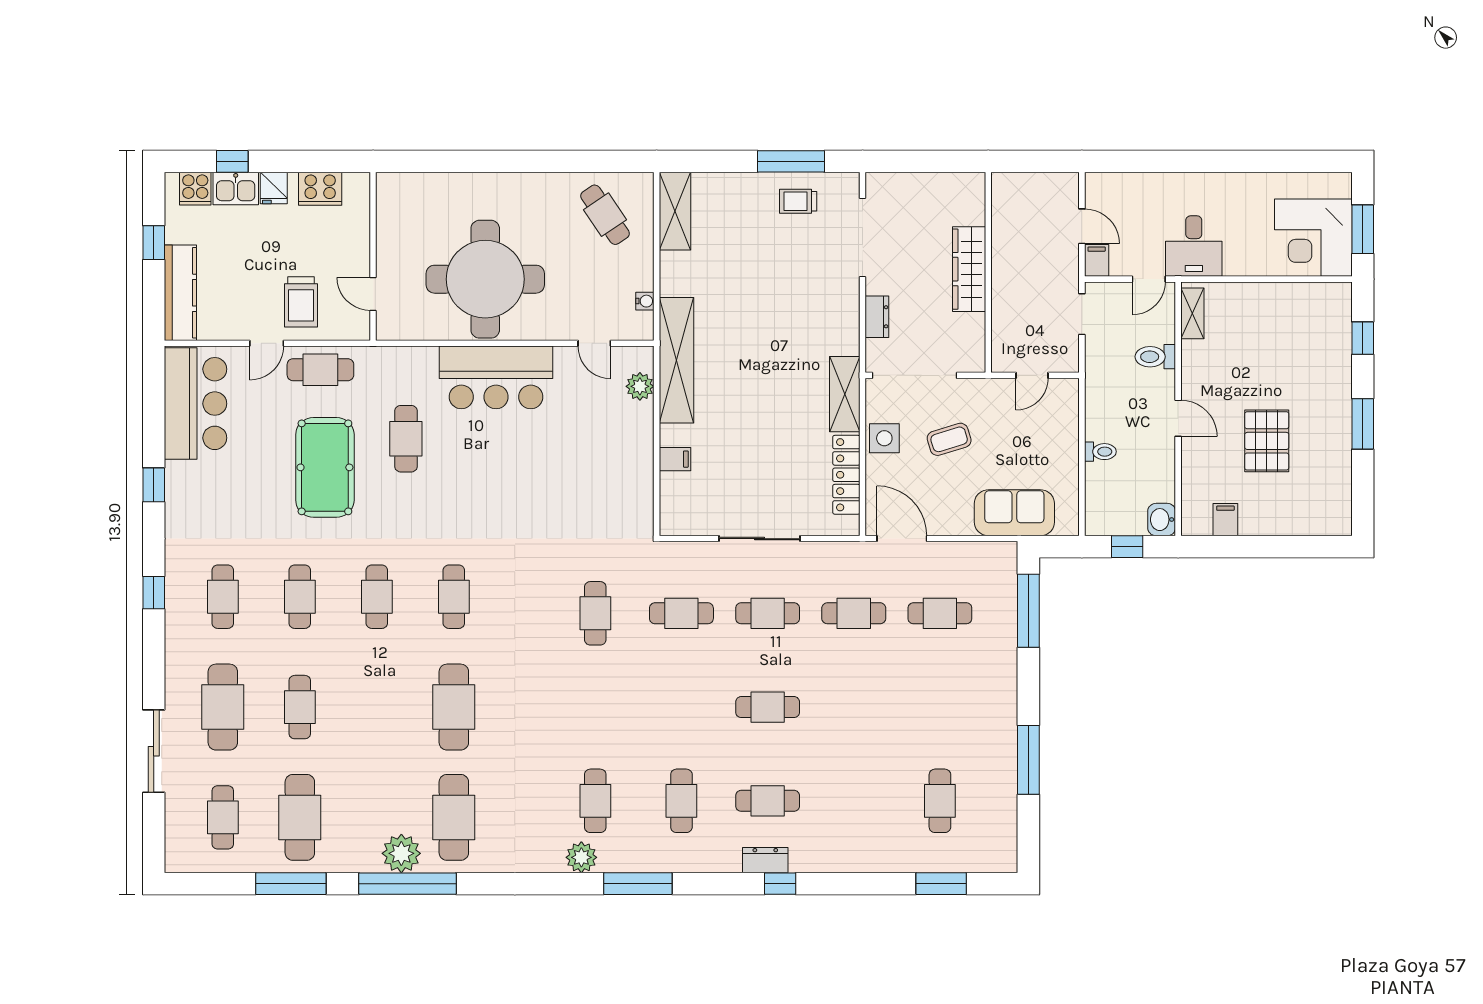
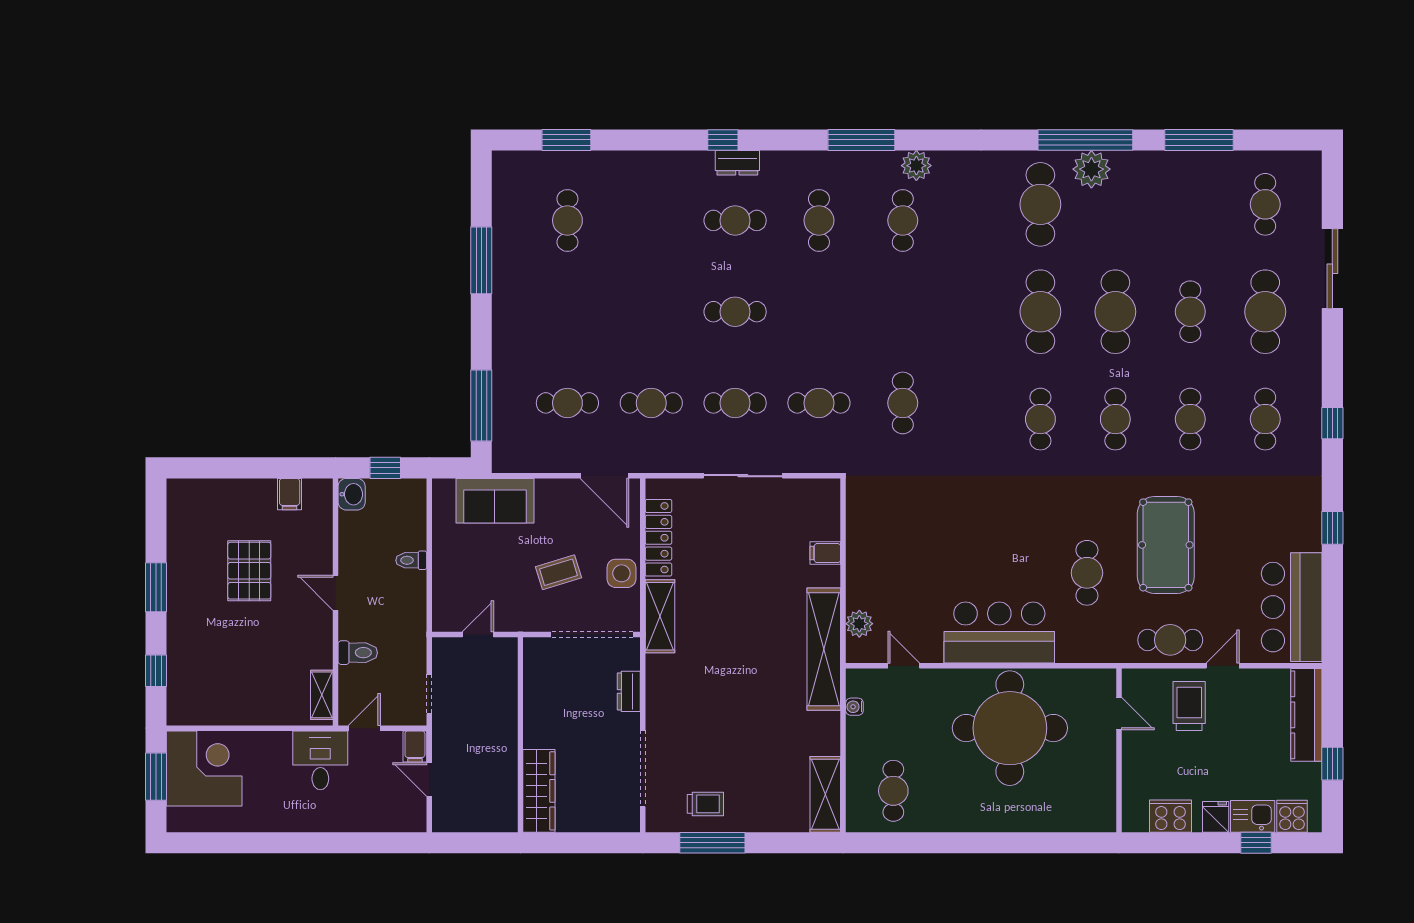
cafe table: (605, 215) -> (893, 791), turned 34
wardrobe: (969, 269) -> (539, 791), moved
cafe table: (300, 817) -> (1115, 312), moved

